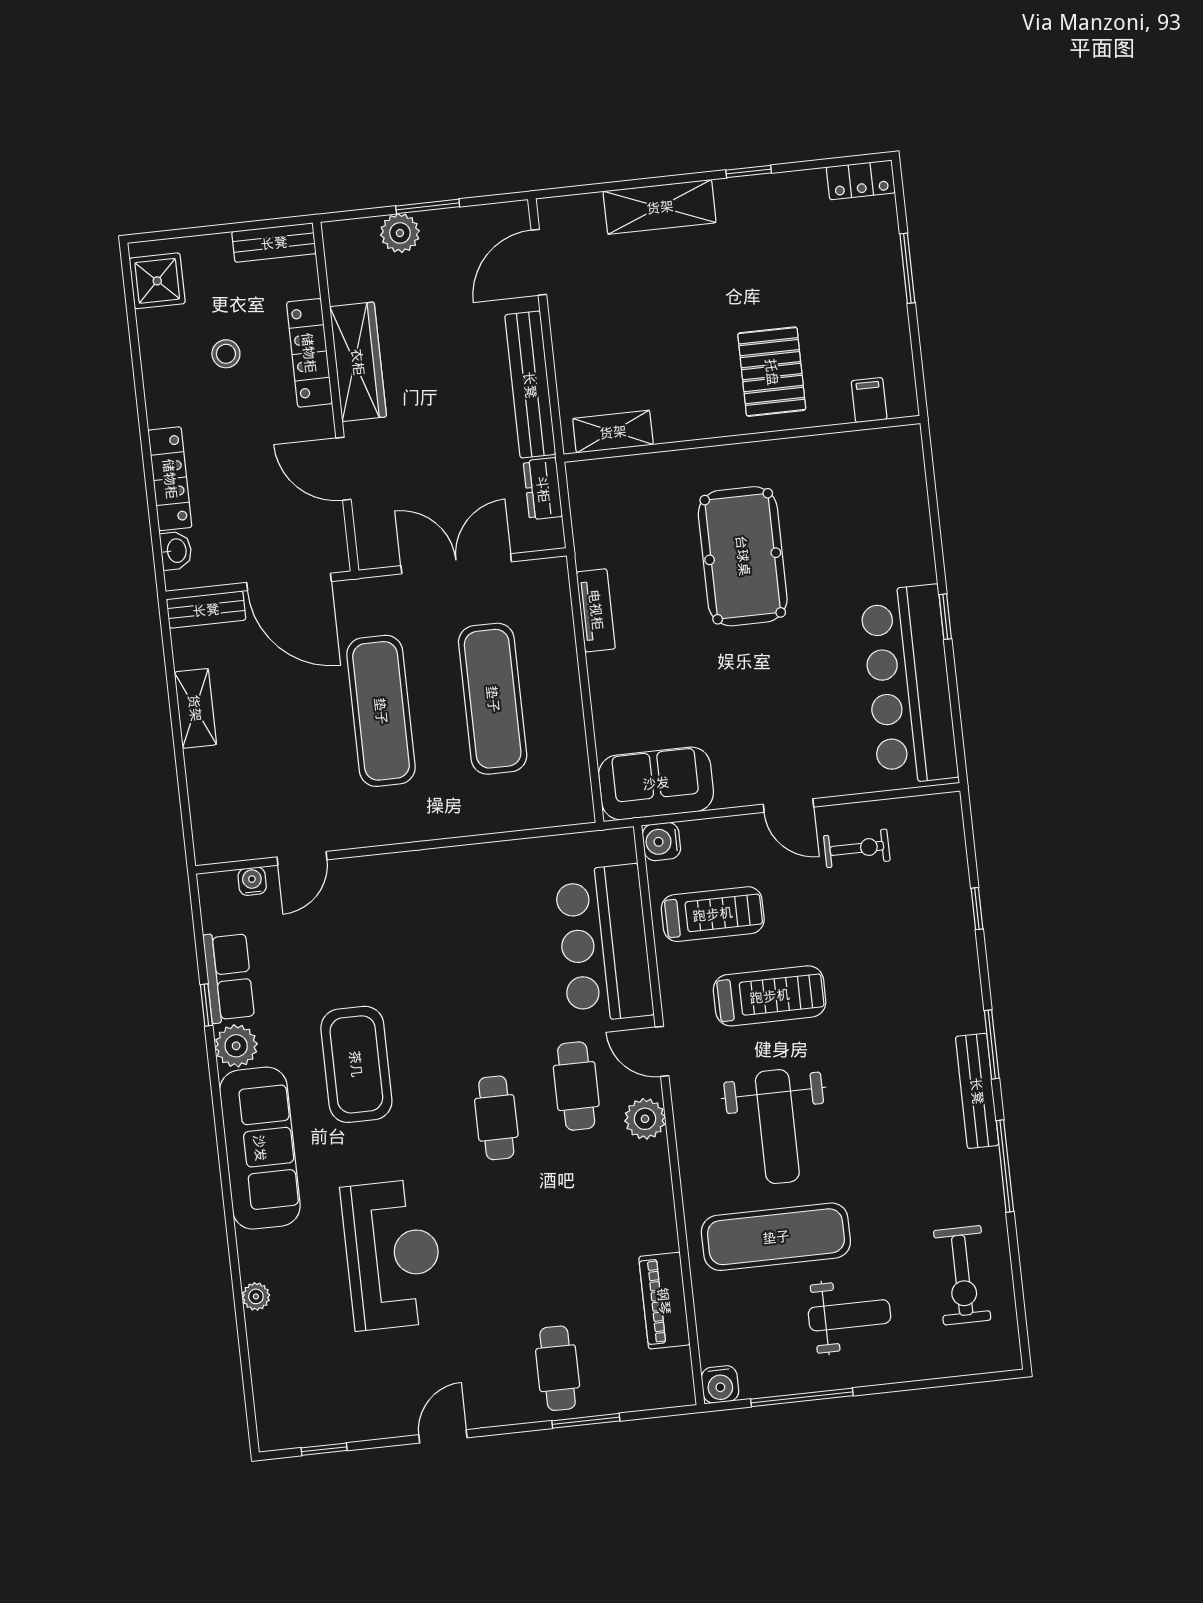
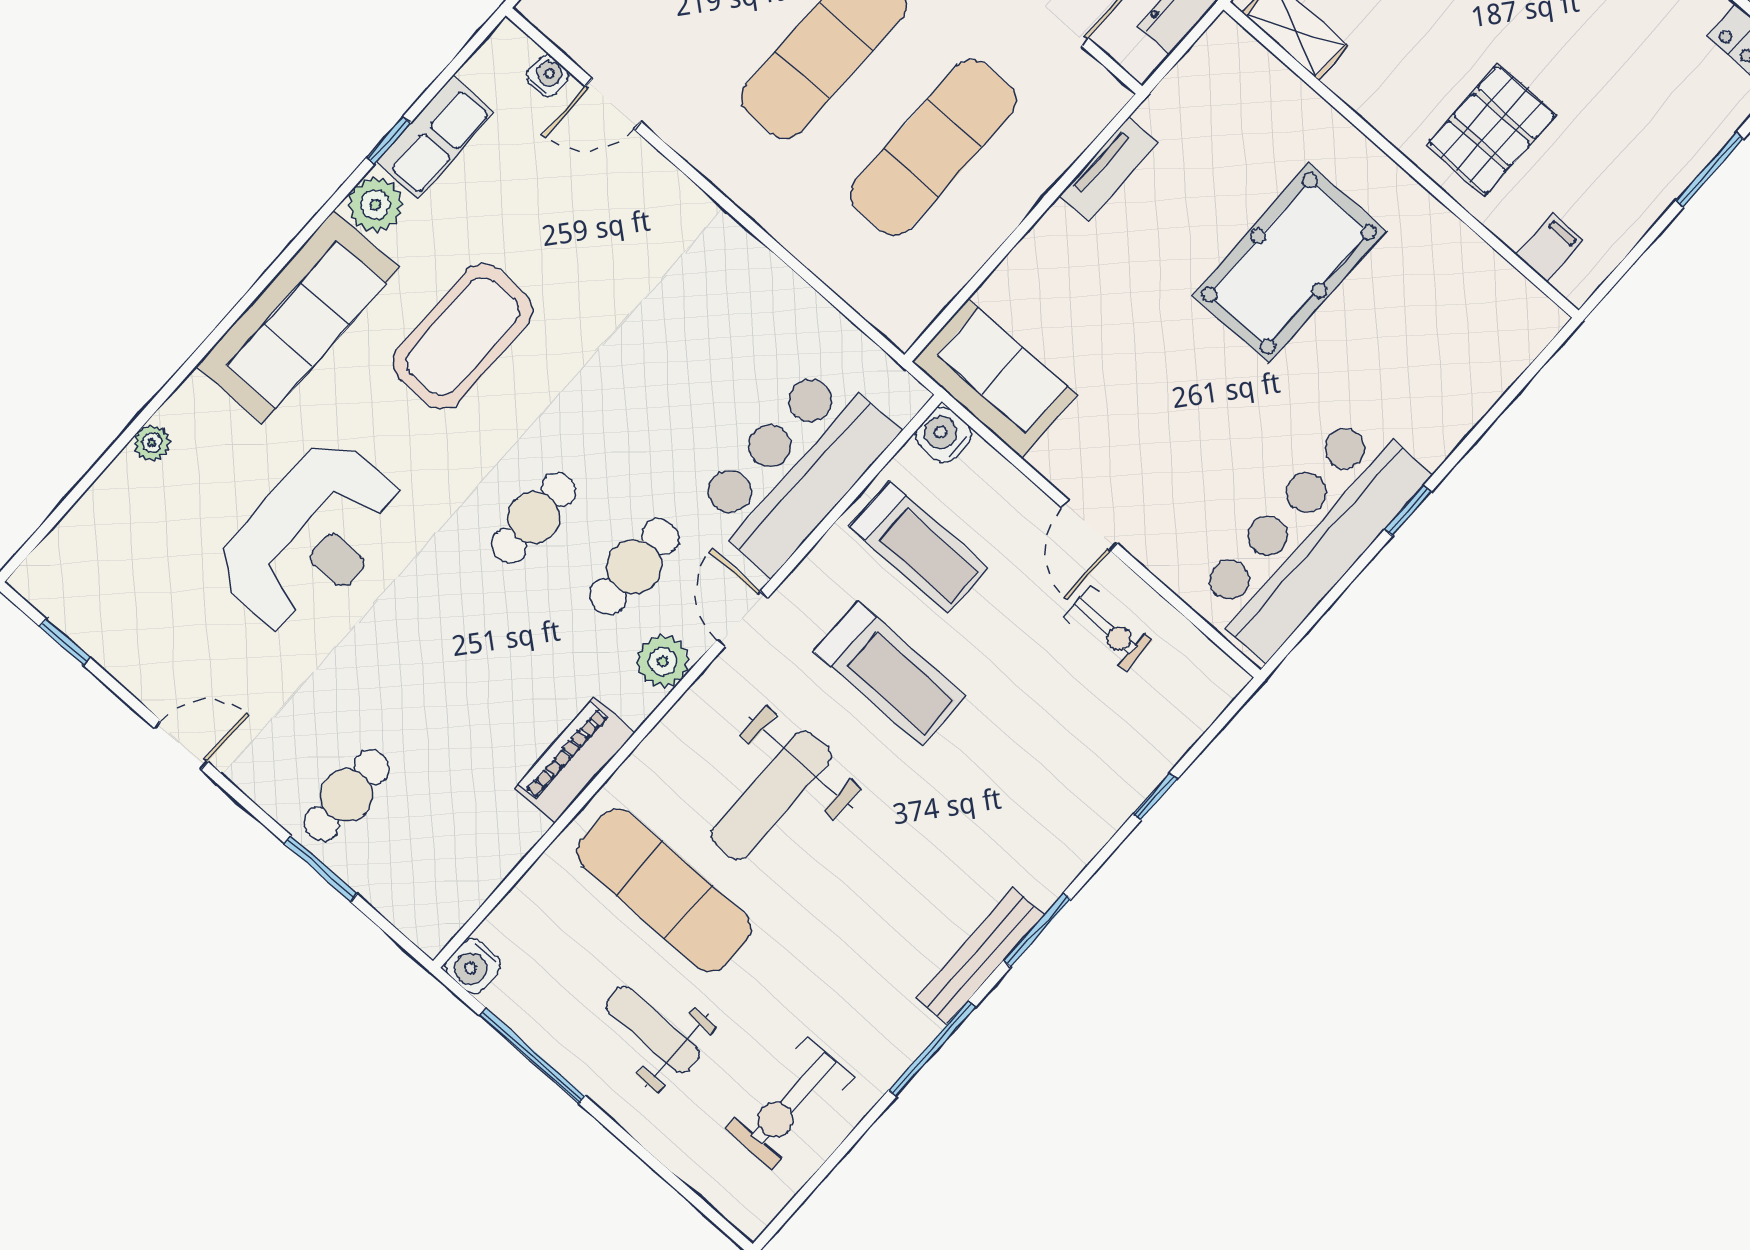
piano: (664, 1301) -> (574, 760), moved
weight bench: (850, 1315) -> (653, 1030), turned 180

